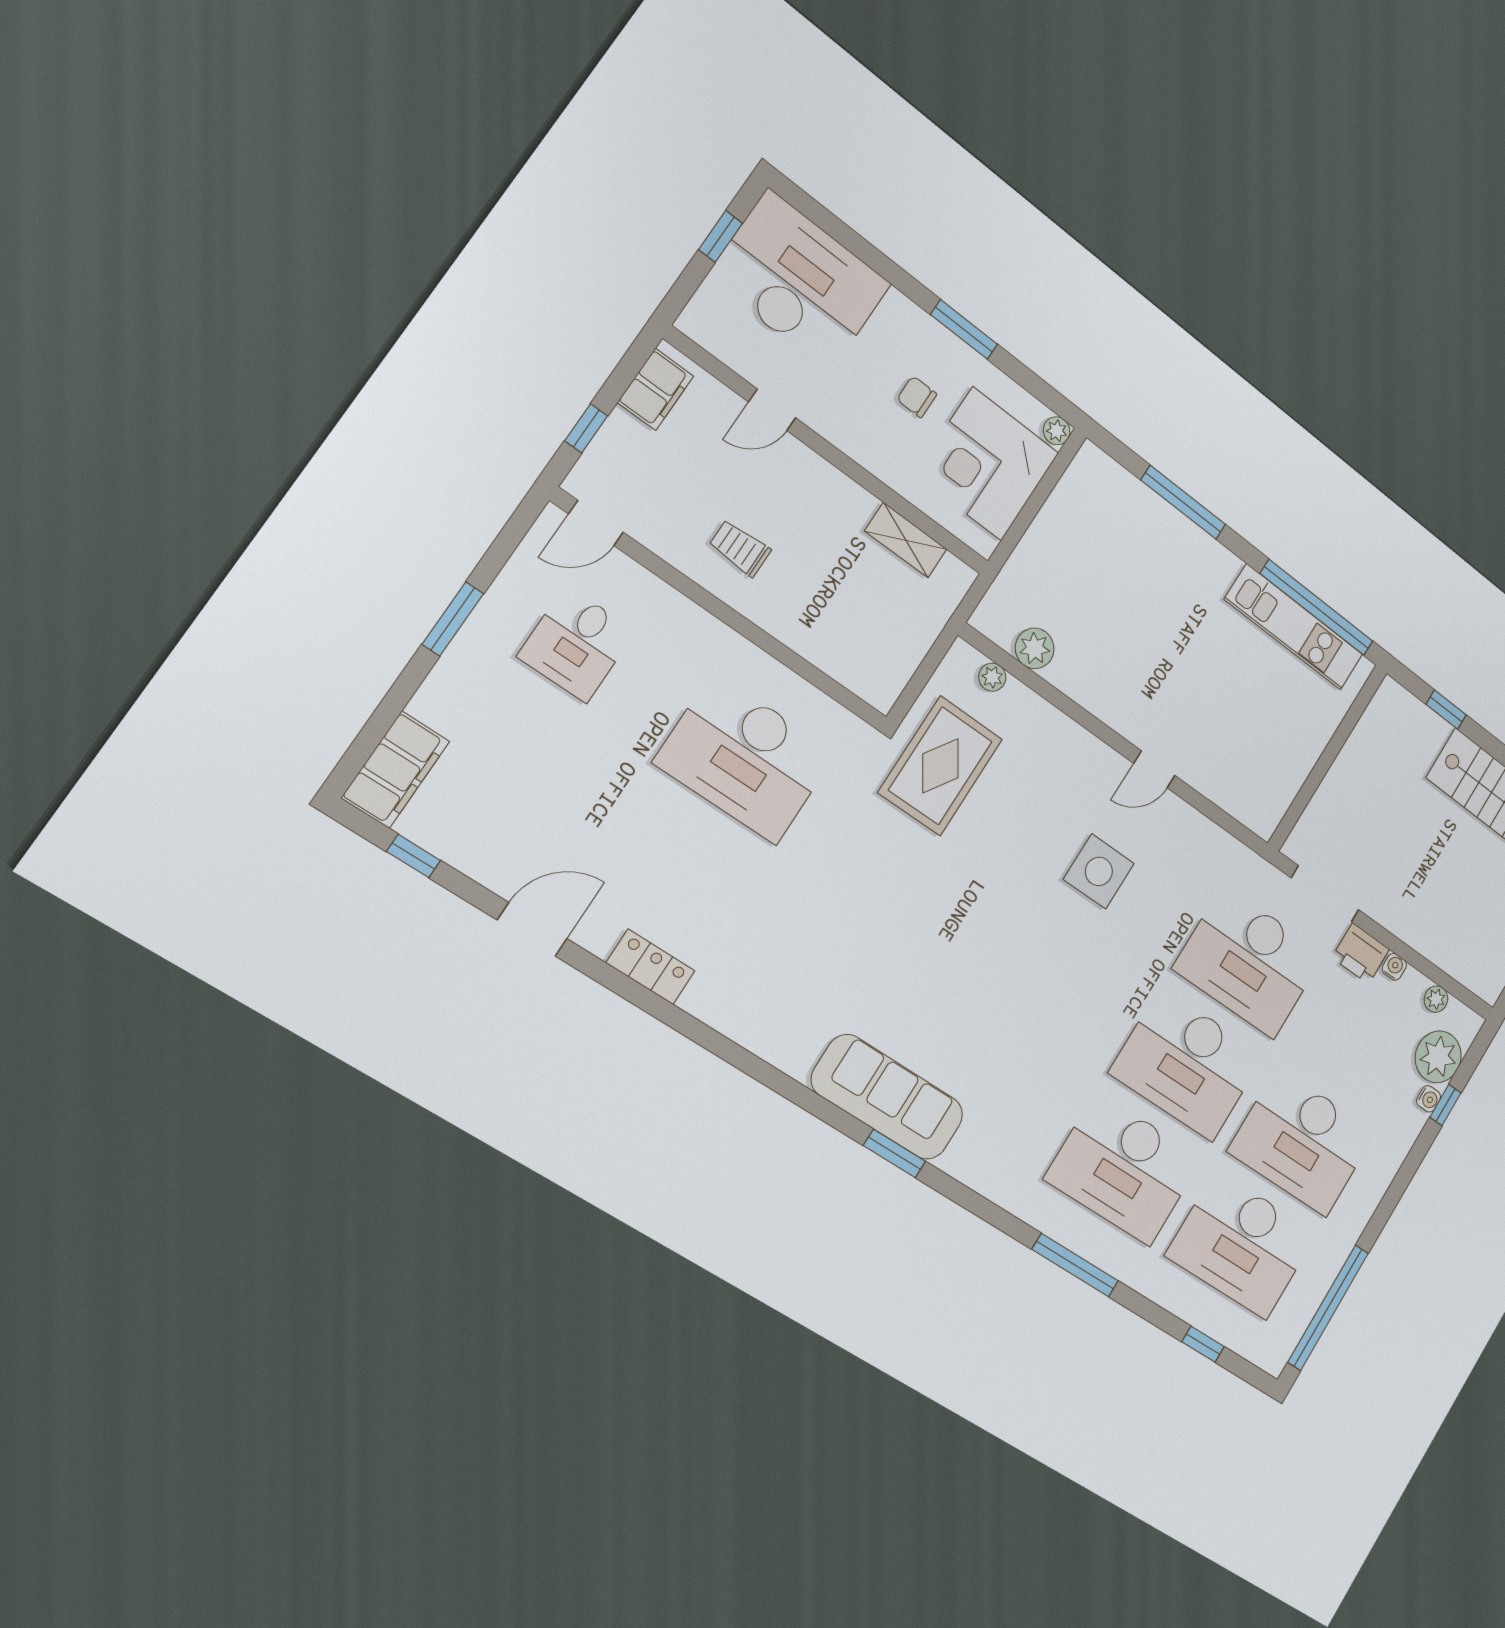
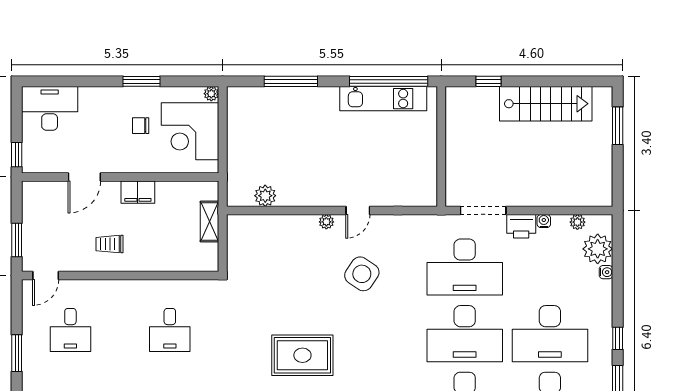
window: (721, 236) -> (17, 155), moved
desk: (799, 281) -> (50, 108), width x0.73, depth x0.77
filing cabinet: (656, 389) -> (138, 192), moved, turned 90
door: (772, 410) -> (84, 177), width x1.38
window: (586, 428) -> (17, 240), width x1.50
shelving: (906, 540) -> (209, 222), moved, turned 90
plant: (992, 677) -> (326, 222), moved
desk: (745, 758) -> (170, 330), width x0.53, depth x0.77
rug: (940, 766) -> (302, 355), moved, turned 90
side table: (1099, 871) -> (362, 274), turned 34
window: (1445, 1105) -> (618, 338), moved

